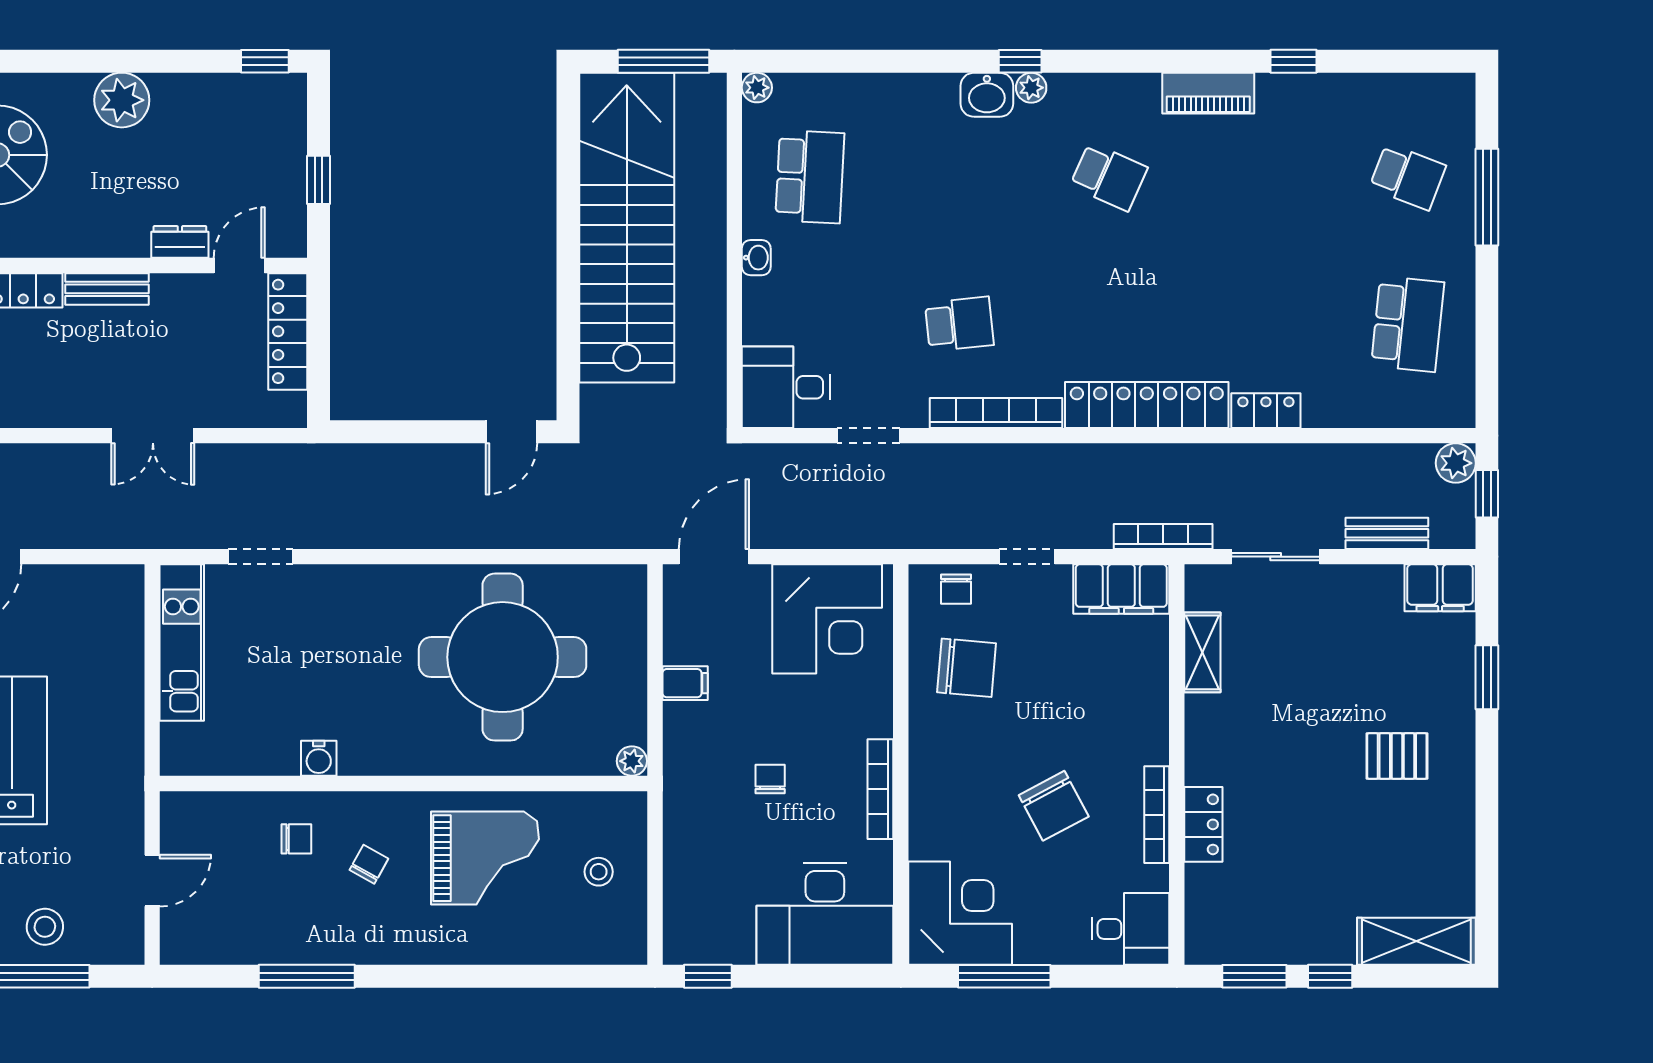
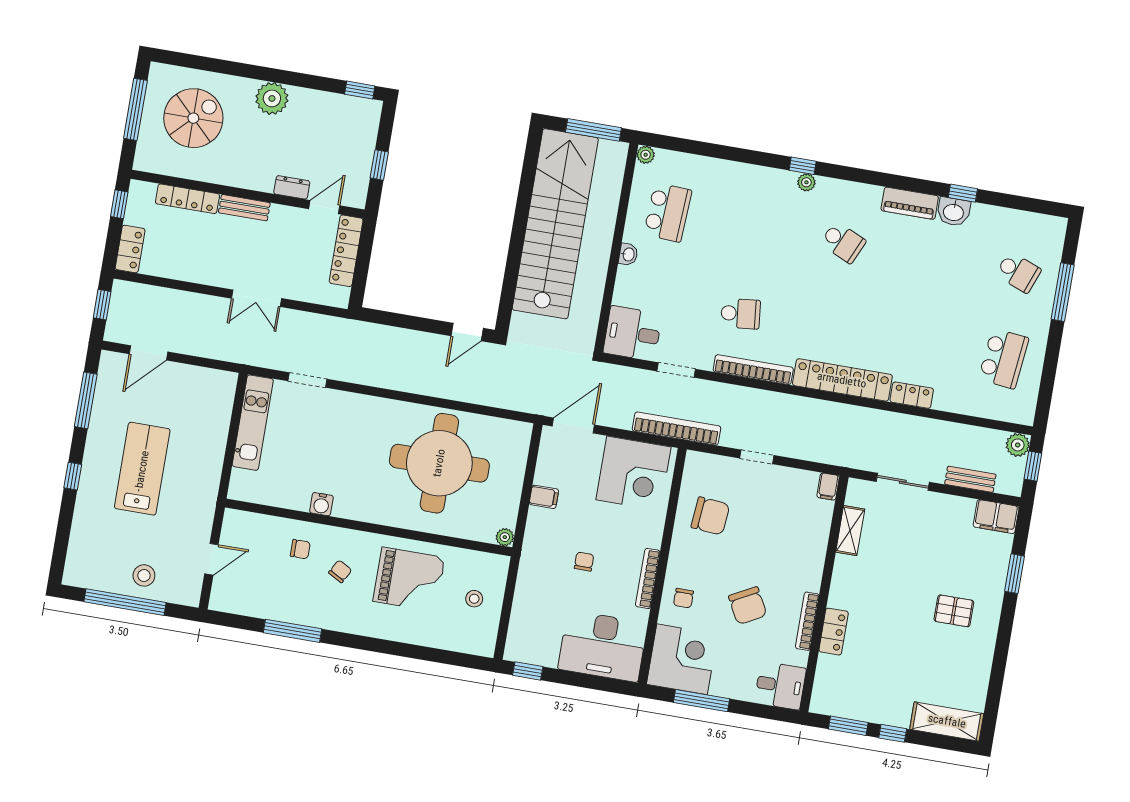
washbasin: (987, 95) -> (954, 212), moved
bookcase: (1163, 536) -> (676, 429), moved, width x1.48, depth x1.31
chair: (956, 589) -> (683, 598), moved
filing cabinet: (1121, 589) -> (828, 486), width x0.33, depth x0.86

